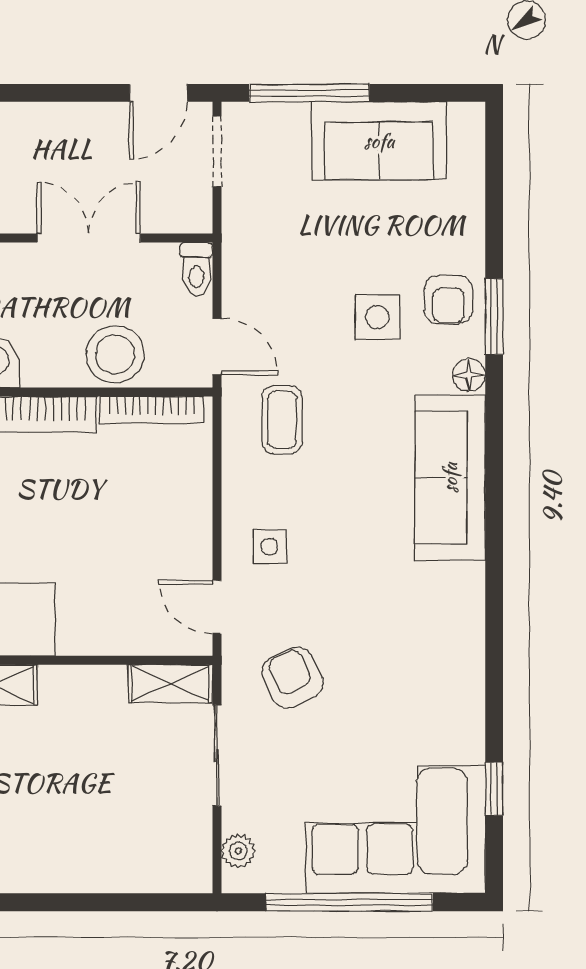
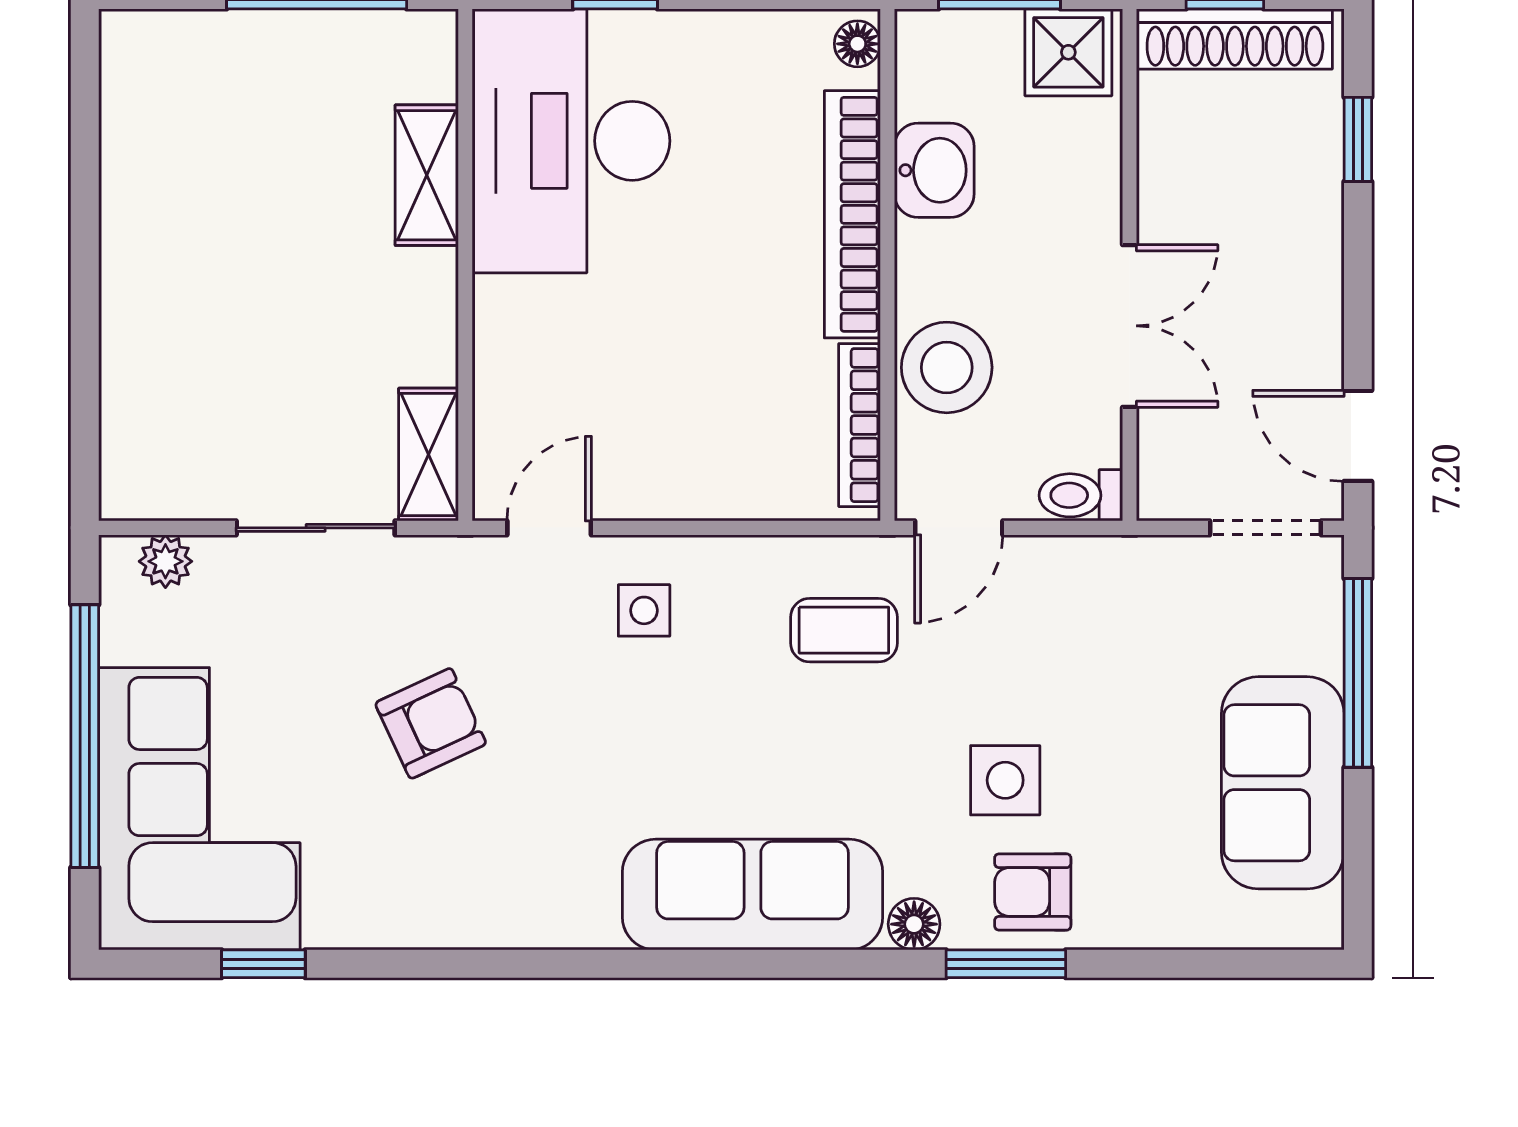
armchair: (292, 678) -> (431, 723), moved

